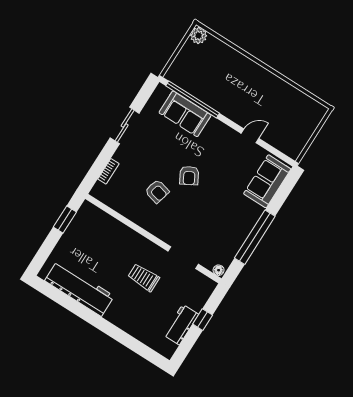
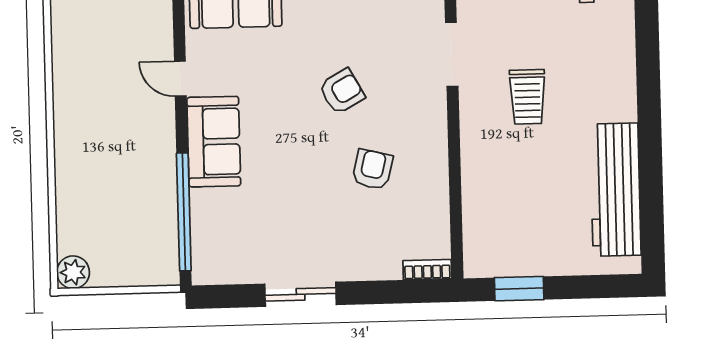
sofa: (185, 114) -> (214, 142), moved
bookcase: (108, 171) -> (427, 270), moved
armchair: (189, 176) -> (342, 91), moved

